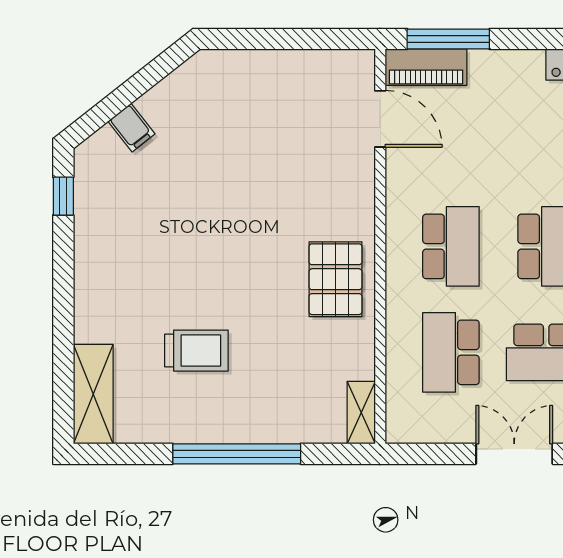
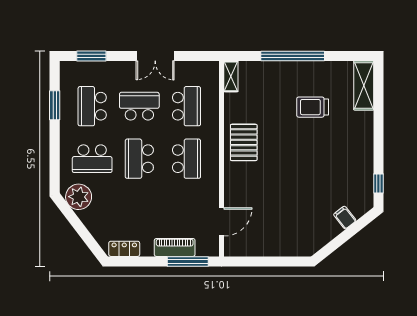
piano: (426, 67) -> (175, 247), moved
door: (380, 119) -> (222, 222), swing flipped
school desk: (451, 246) -> (186, 159), turned 180

